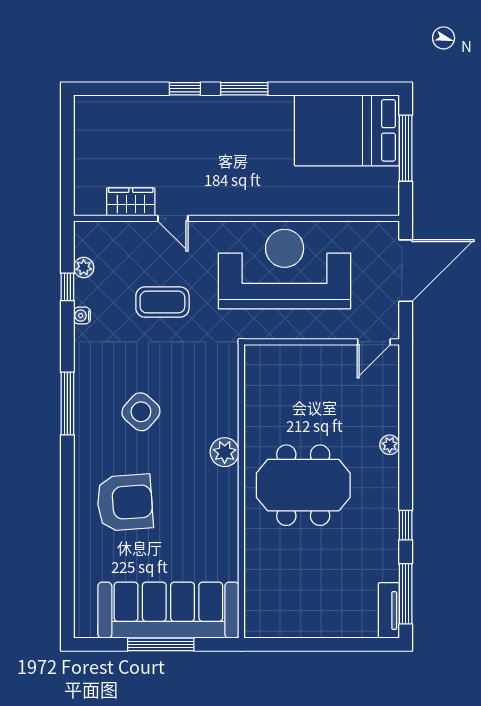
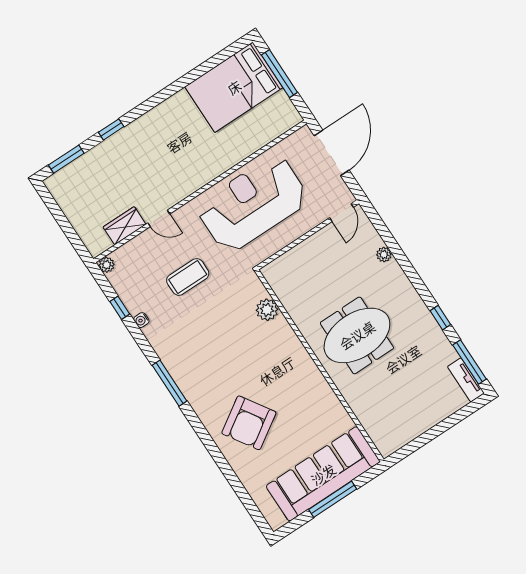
window: (244, 89) -> (66, 159), moved
plant: (84, 268) -> (107, 265), moved
side table: (141, 412) -> (221, 357), removed
plant: (390, 445) -> (384, 255), moved
plant: (225, 452) -> (267, 310), moved
armchair: (125, 503) -> (249, 423), turned 151

